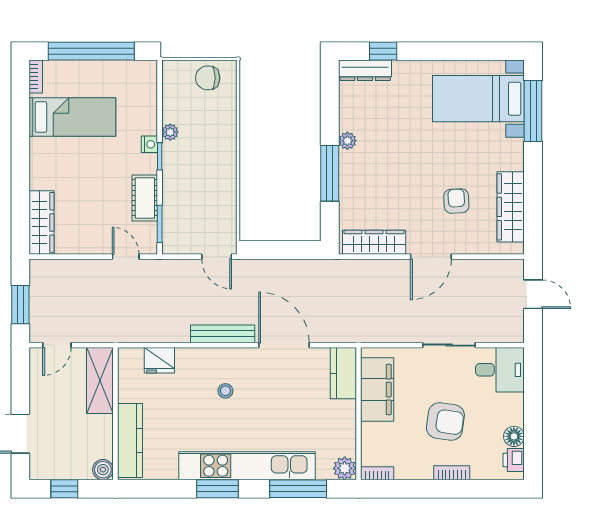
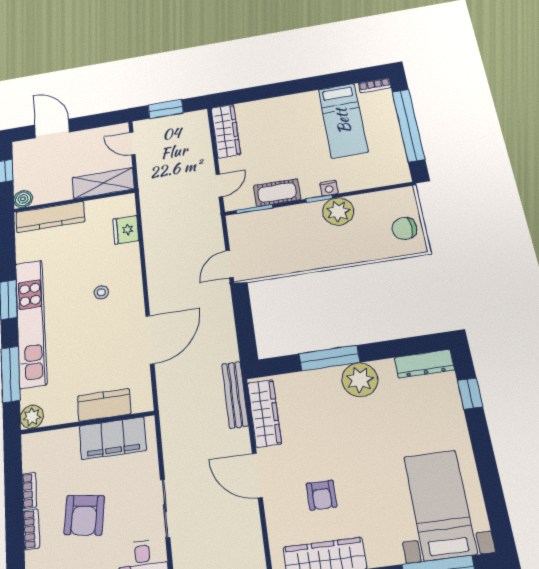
dresser: (365, 70) -> (424, 364), moved, turned -90
chair: (208, 78) -> (404, 228), turned -90
plant: (170, 132) -> (338, 211), width x1.87, depth x1.87
plant: (347, 141) -> (360, 380), width x1.87, depth x1.87
armchair: (456, 201) -> (322, 495), turned 93
wardrobe: (42, 223) -> (226, 131), moved, turned -90
bench: (223, 334) -> (235, 395), moved
kitchen counter: (343, 373) -> (104, 405), moved
bookcase: (377, 473) -> (29, 490), moved

